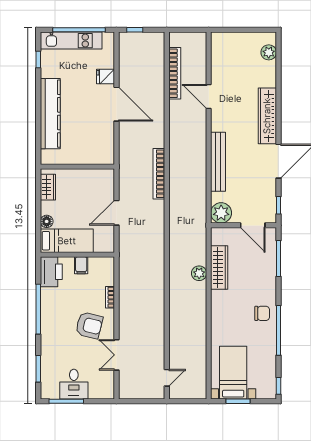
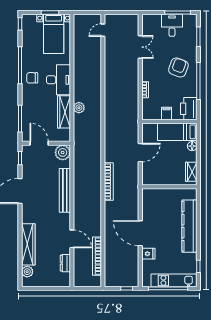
dresser: (217, 64) -> (65, 263), added
wardrobe: (267, 116) -> (28, 244), moved
desk: (227, 311) -> (58, 80), added
armchair: (89, 325) -> (178, 68), moved, turned 96

